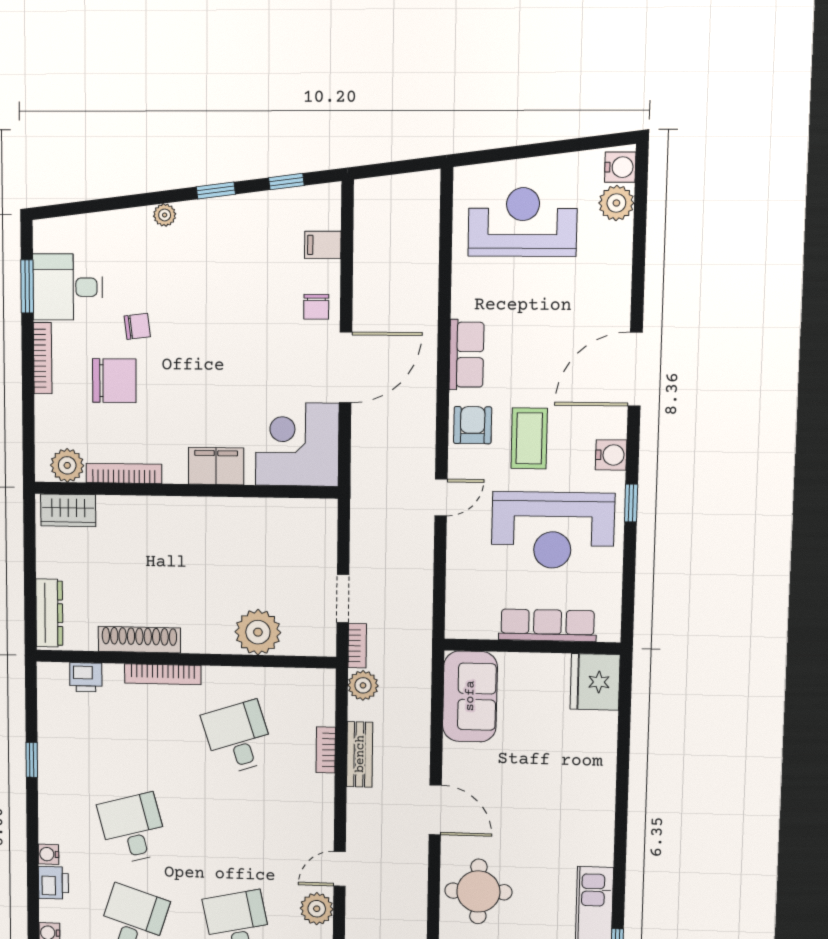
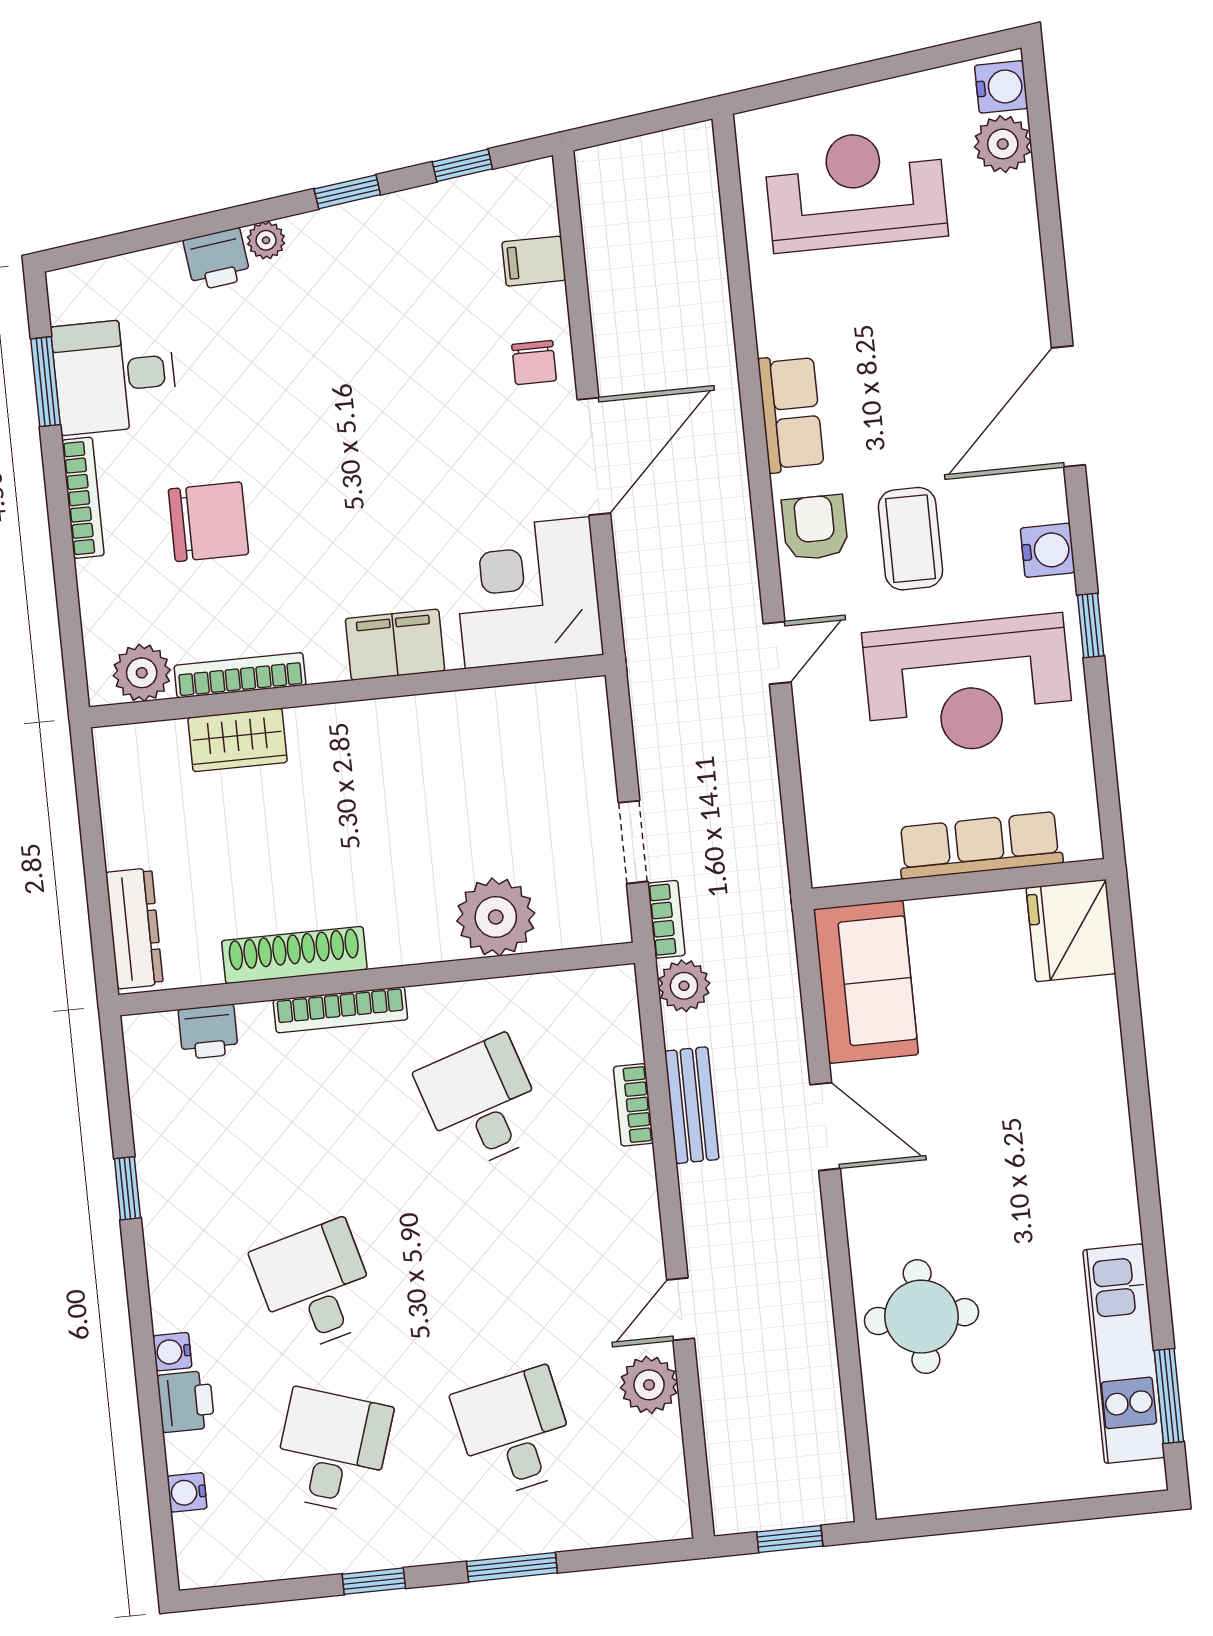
printer: (134, 223) -> (217, 259), added
chair: (137, 326) -> (238, 427), removed
wardrobe: (68, 510) -> (238, 740), moved
door: (435, 810) -> (825, 1127), moved

